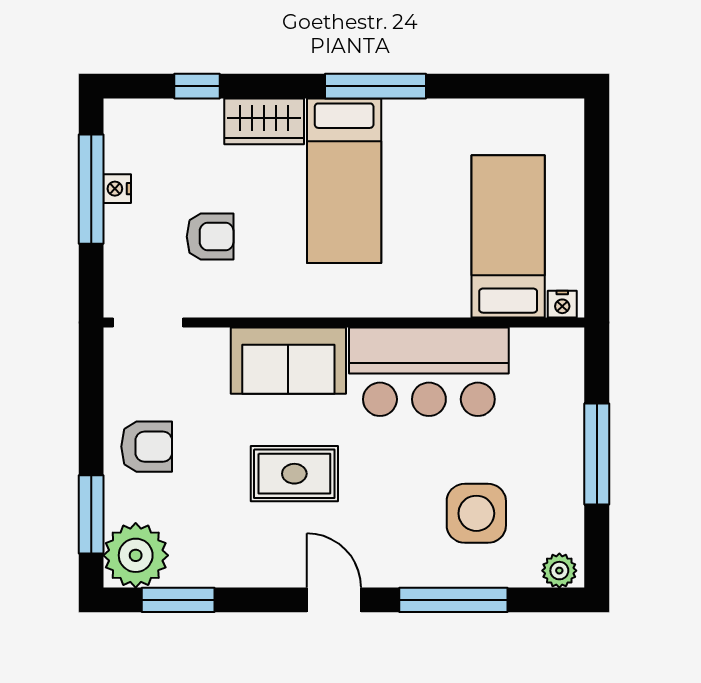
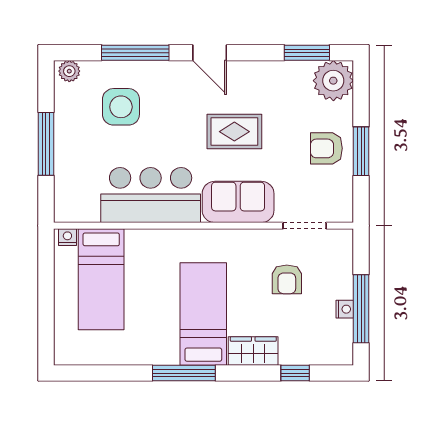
armchair: (210, 237) -> (287, 279), turned -90
doorway: (148, 323) -> (305, 226), moved
window: (91, 514) -> (361, 151), moved

